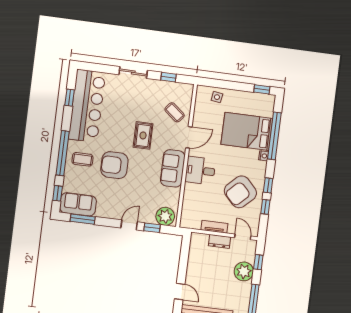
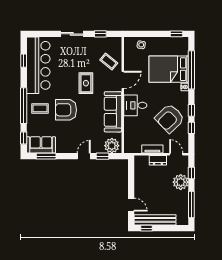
sofa: (173, 168) -> (113, 112), width x1.36

